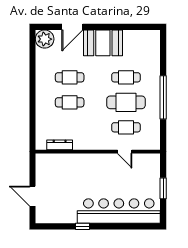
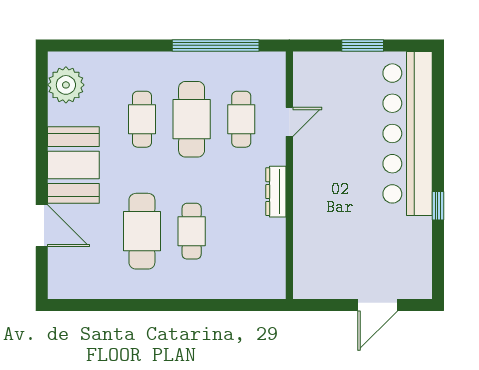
plant: (45, 39) -> (66, 85), moved
cafe table: (70, 77) -> (142, 231), width x1.37, depth x1.35
window: (163, 97) -> (216, 45), moved
dresser: (60, 145) -> (276, 192), moved

